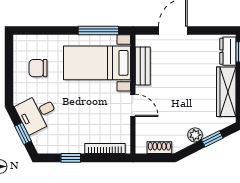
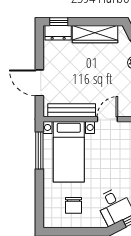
bench: (143, 66) -> (72, 110), width x1.36

